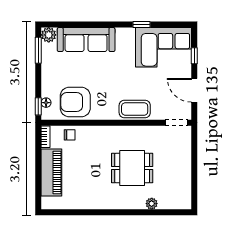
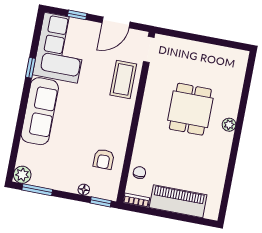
sofa: (86, 40) -> (40, 111), moved
armchair: (75, 102) -> (104, 159), width x0.53, depth x0.53
floor lamp: (46, 103) -> (84, 190), moved
coffee table: (135, 109) -> (123, 79), moved
plant: (152, 204) -> (229, 125), moved

